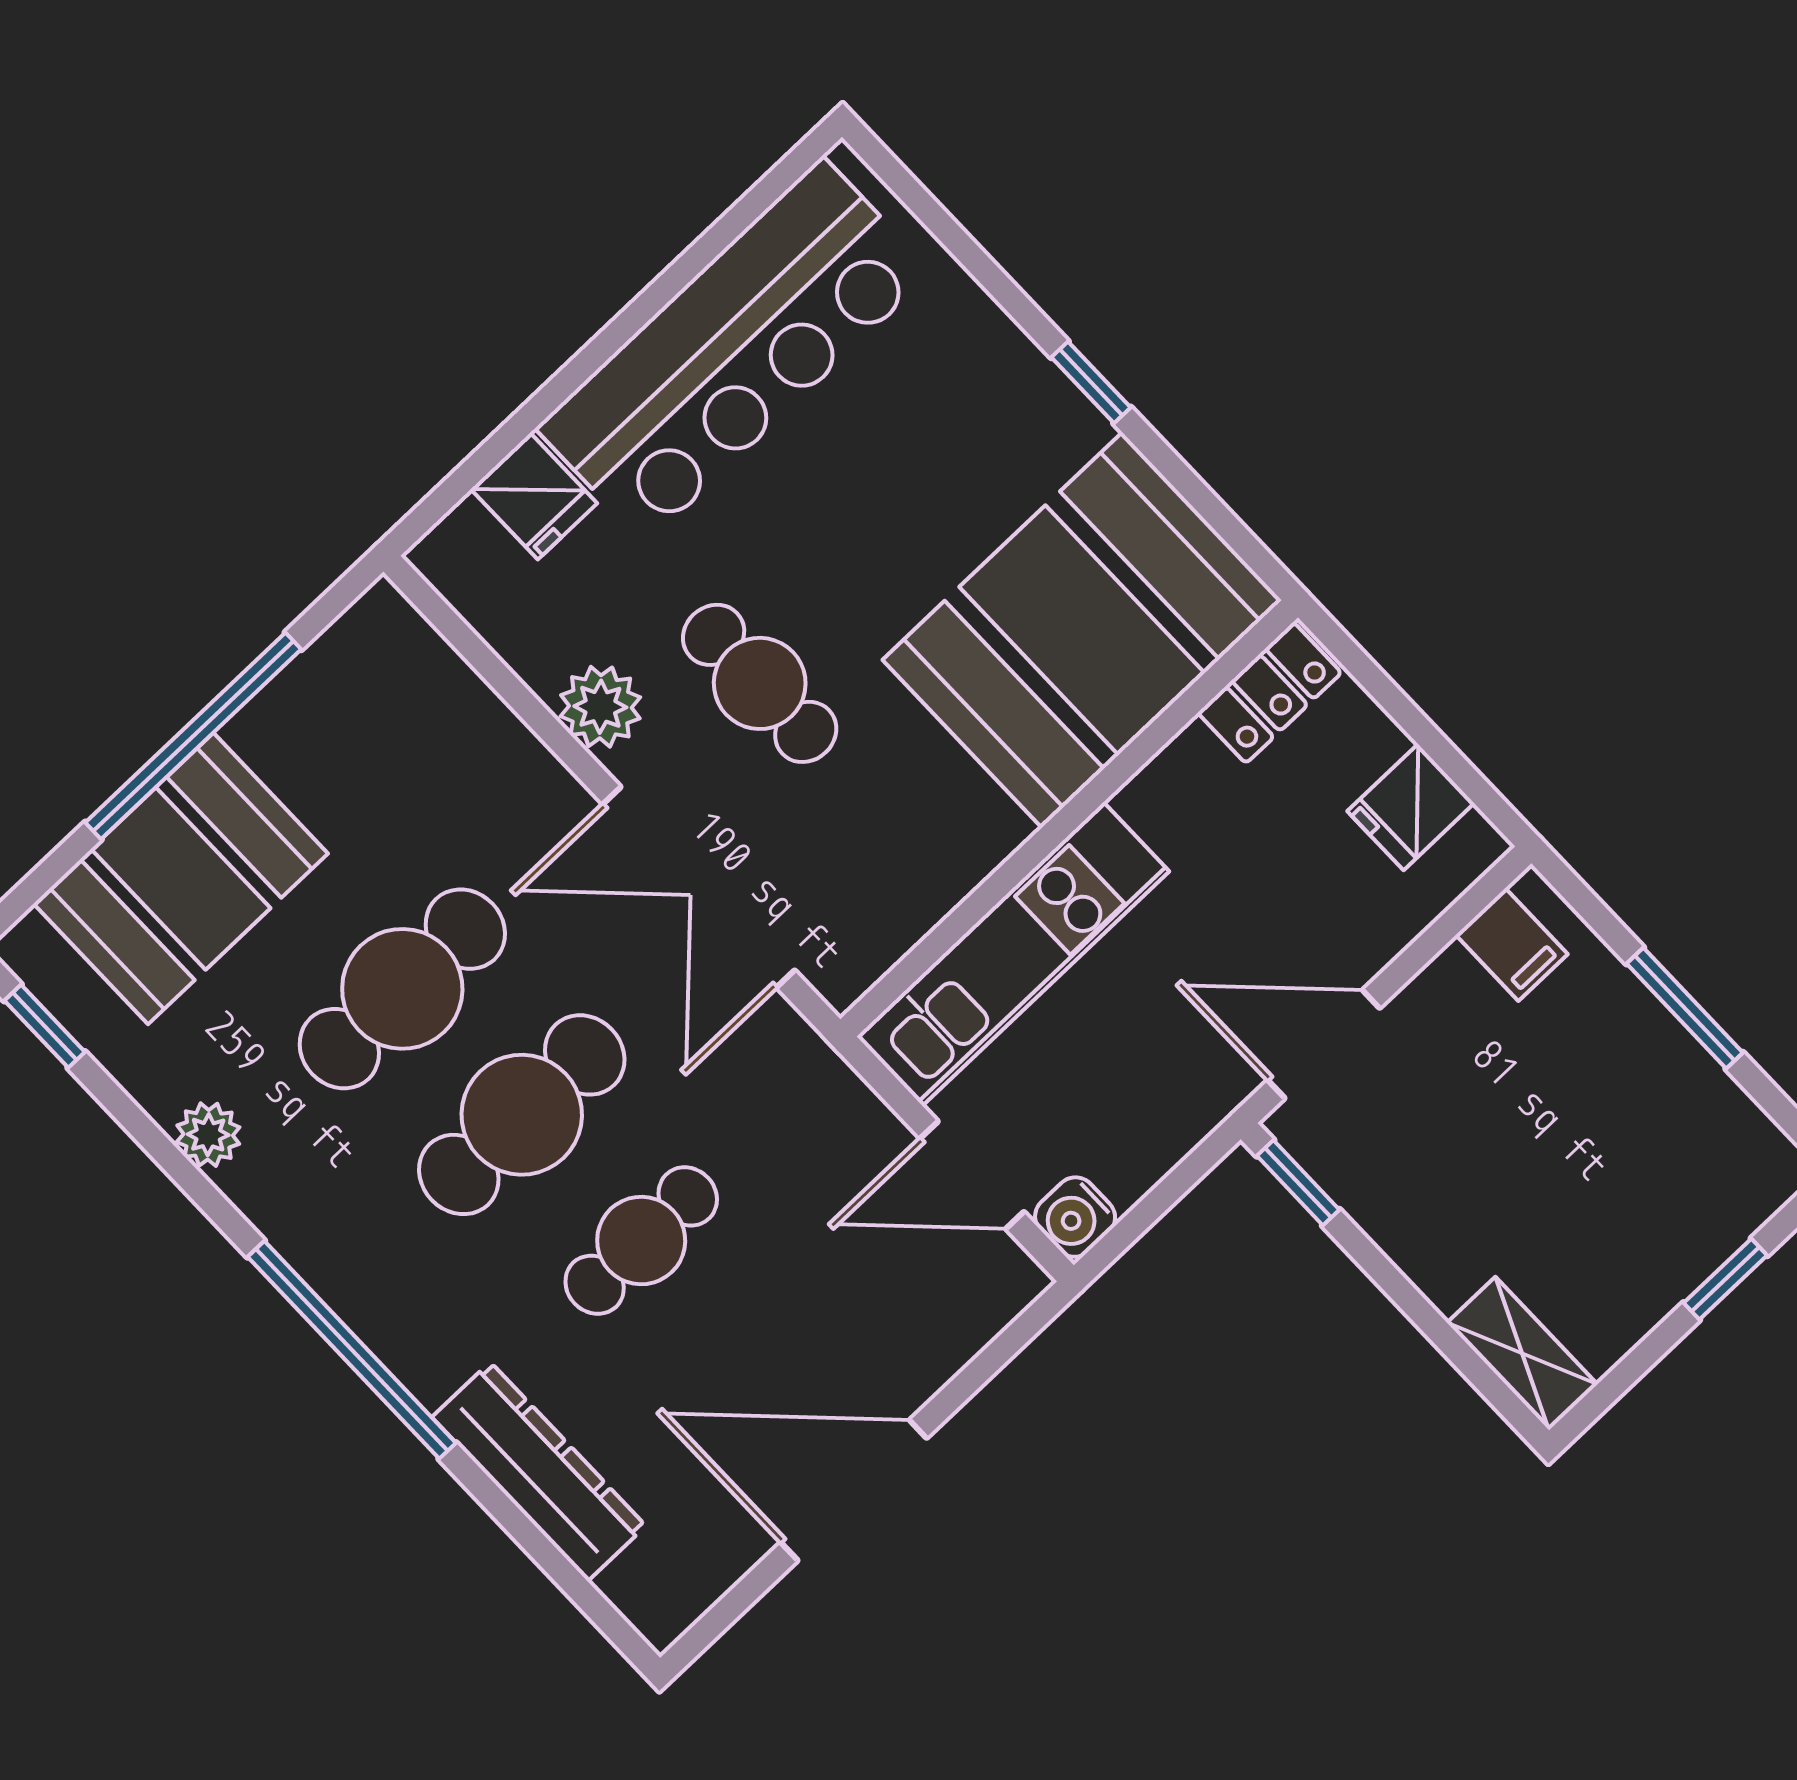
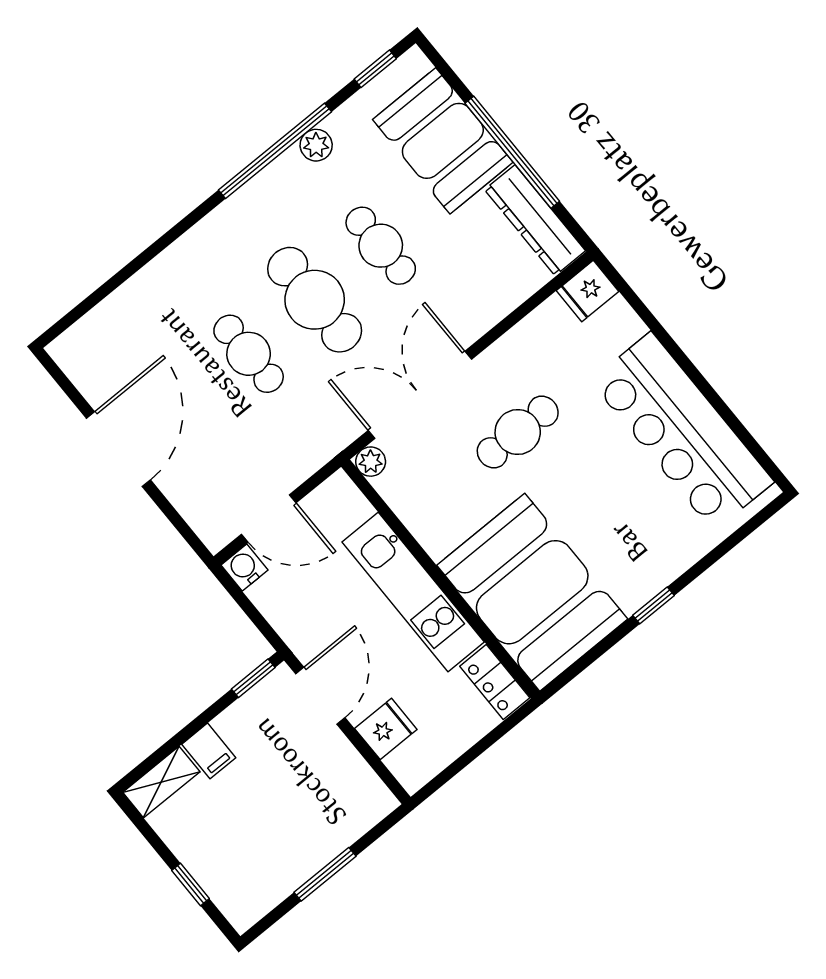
fridge: (534, 496) -> (588, 291), moved
plant: (600, 707) -> (371, 462), moved, width x0.73, depth x0.73
fridge: (1411, 807) -> (386, 729), moved, turned 90
filing cabinet: (1512, 944) -> (209, 751), moved, turned -90
kitchen unit: (1013, 954) -> (413, 592), moved
cafe table: (402, 989) -> (381, 246), width x0.73, depth x0.74
door: (972, 1175) -> (269, 519), swing flipped
window: (352, 1350) -> (275, 151), moved
dresser: (539, 1472) -> (535, 220), moved, turned 90

